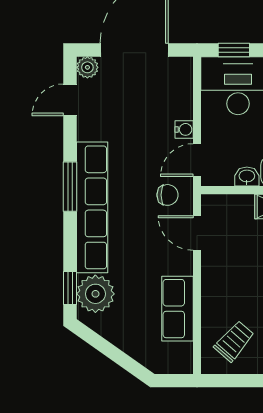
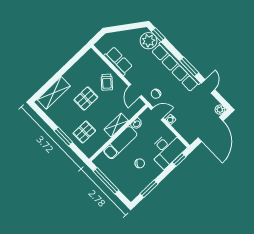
door: (70, 100) -> (208, 86), moved
door: (197, 160) -> (157, 114), hinge flipped
door: (197, 233) -> (135, 91), swing flipped
trolley: (234, 341) -> (107, 82), moved

